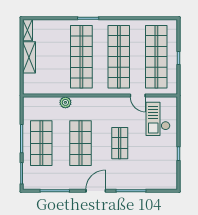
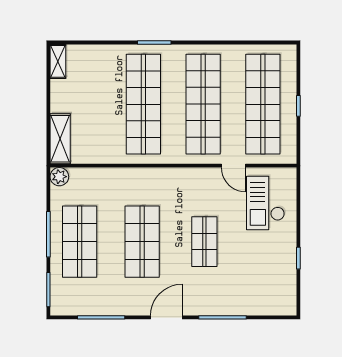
shelving: (29, 57) -> (60, 139), moved
plant: (65, 102) -> (59, 177), moved

